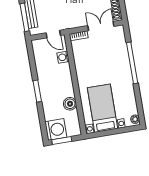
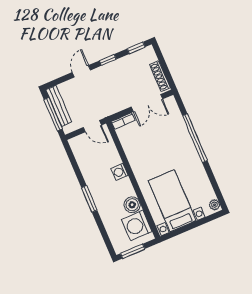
double door: (101, 26) -> (147, 103), swing flipped
washing machine: (63, 57) -> (120, 172), moved
washing machine: (56, 130) -> (137, 225), moved, turned 180

